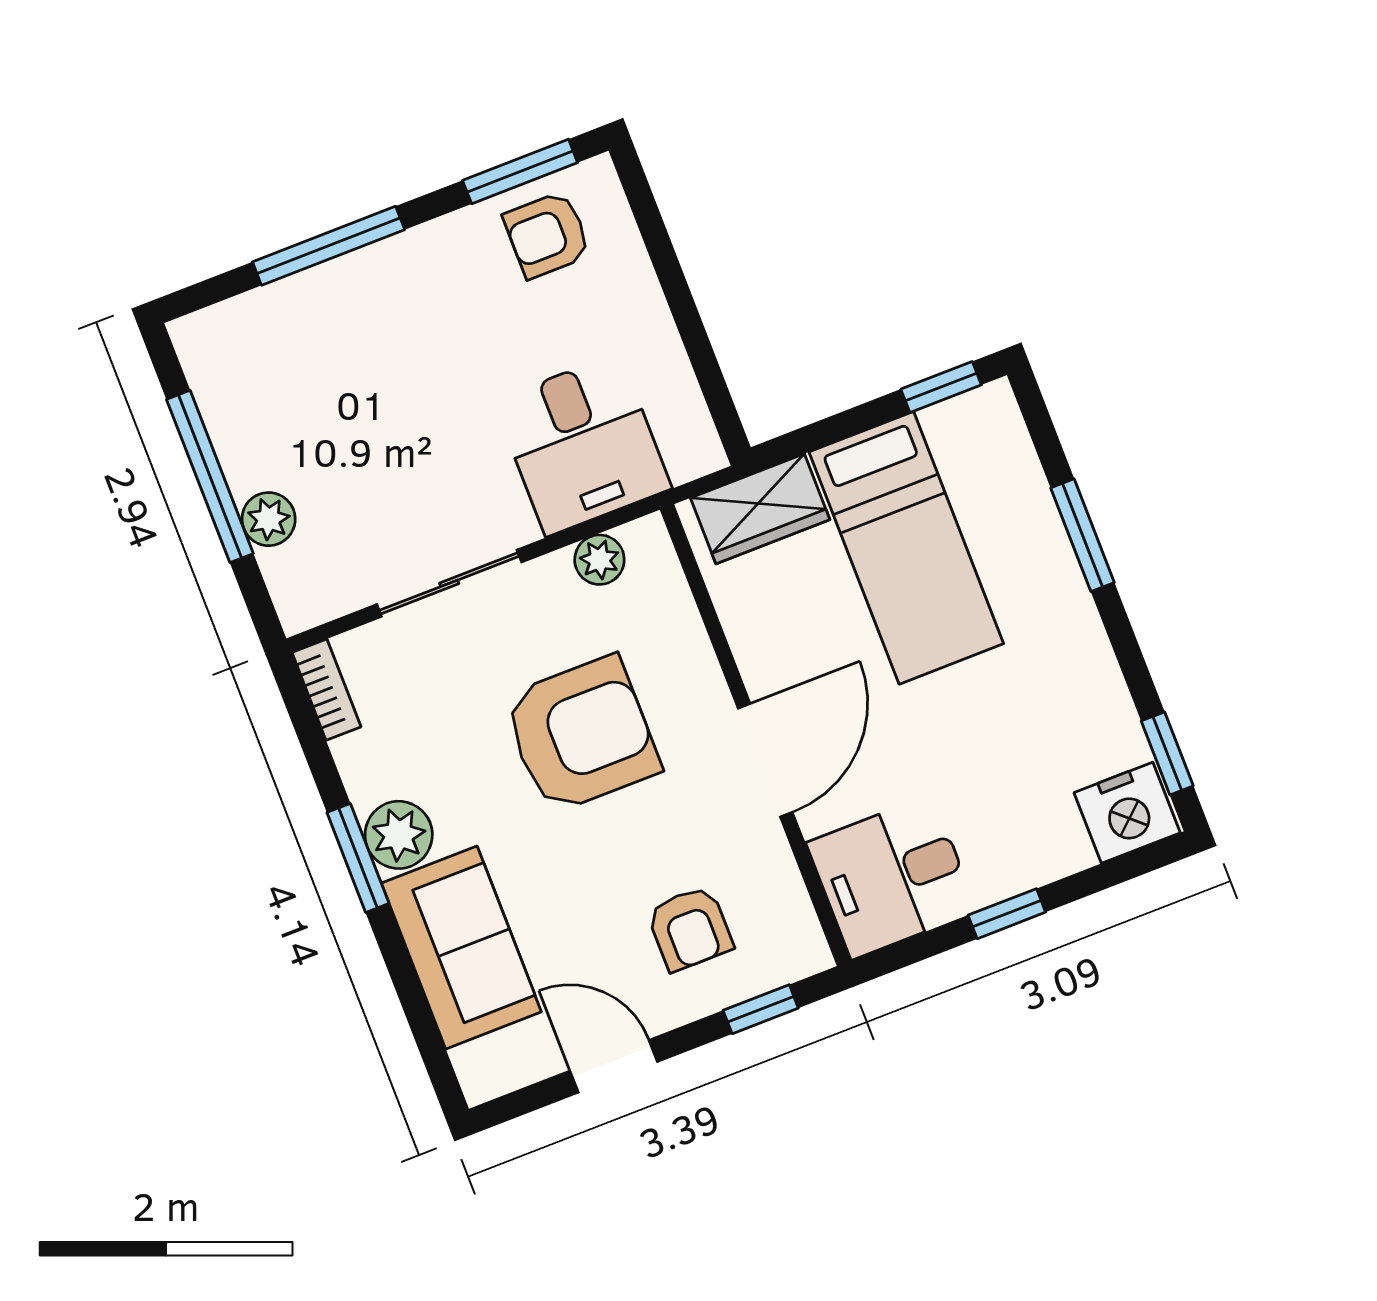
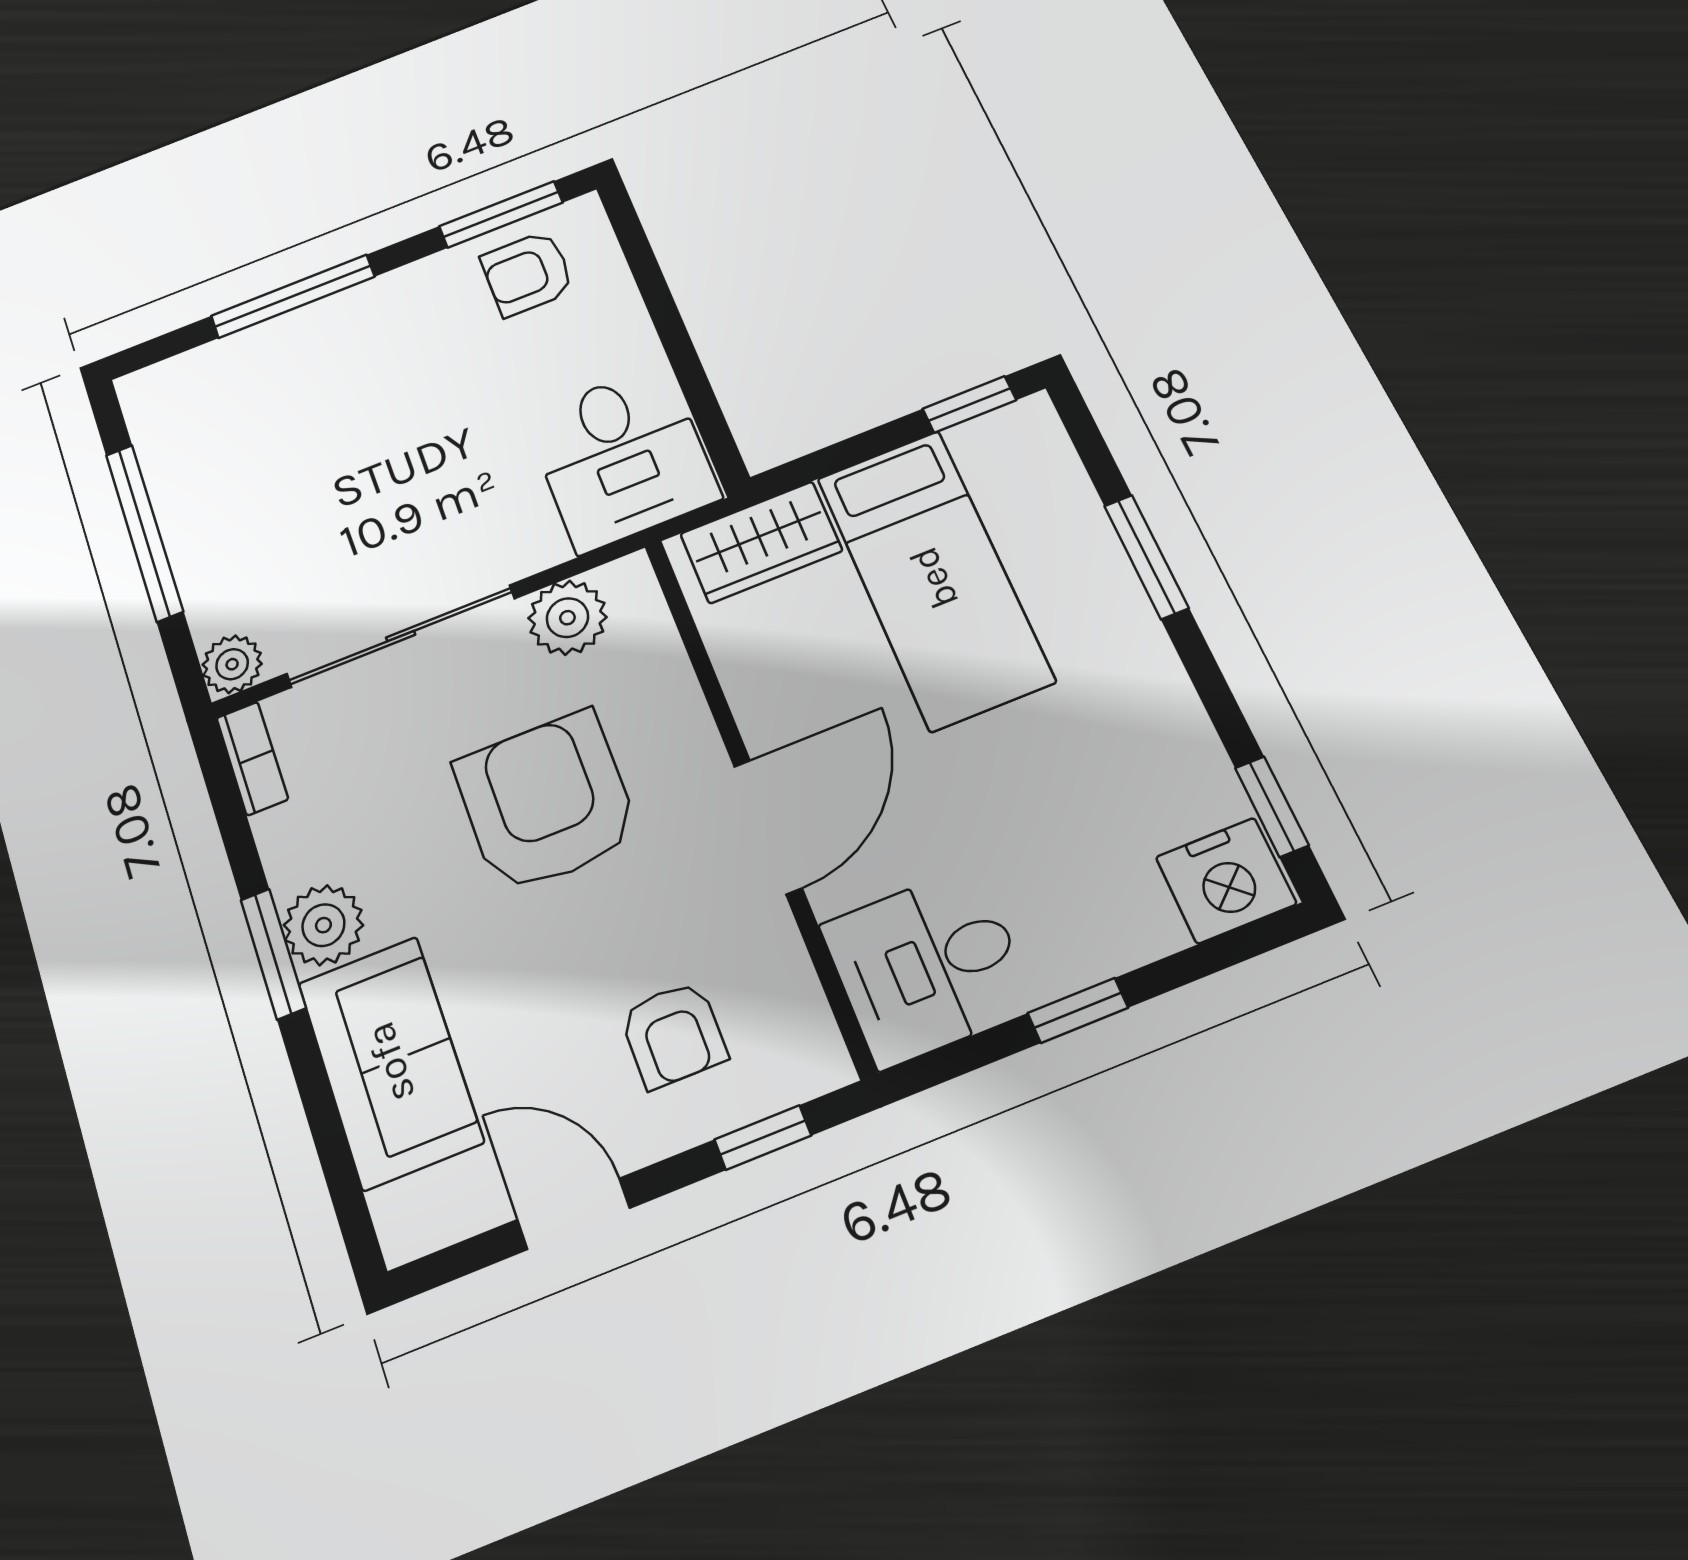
desk: (583, 445) -> (622, 457), moved
plant: (269, 519) -> (232, 664), moved
plant: (599, 560) -> (567, 618), width x1.38, depth x1.38
sliding door: (449, 583) -> (401, 636), width x1.37
armchair: (581, 734) -> (546, 802), turned -90

